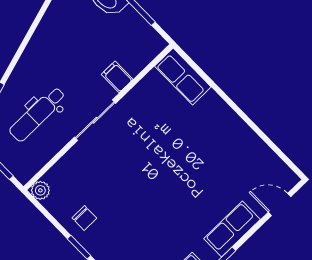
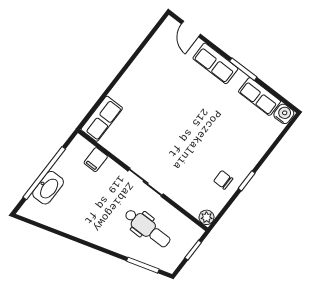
filing cabinet: (117, 77) -> (96, 160), moved
chair: (84, 218) -> (223, 180), turned -90

